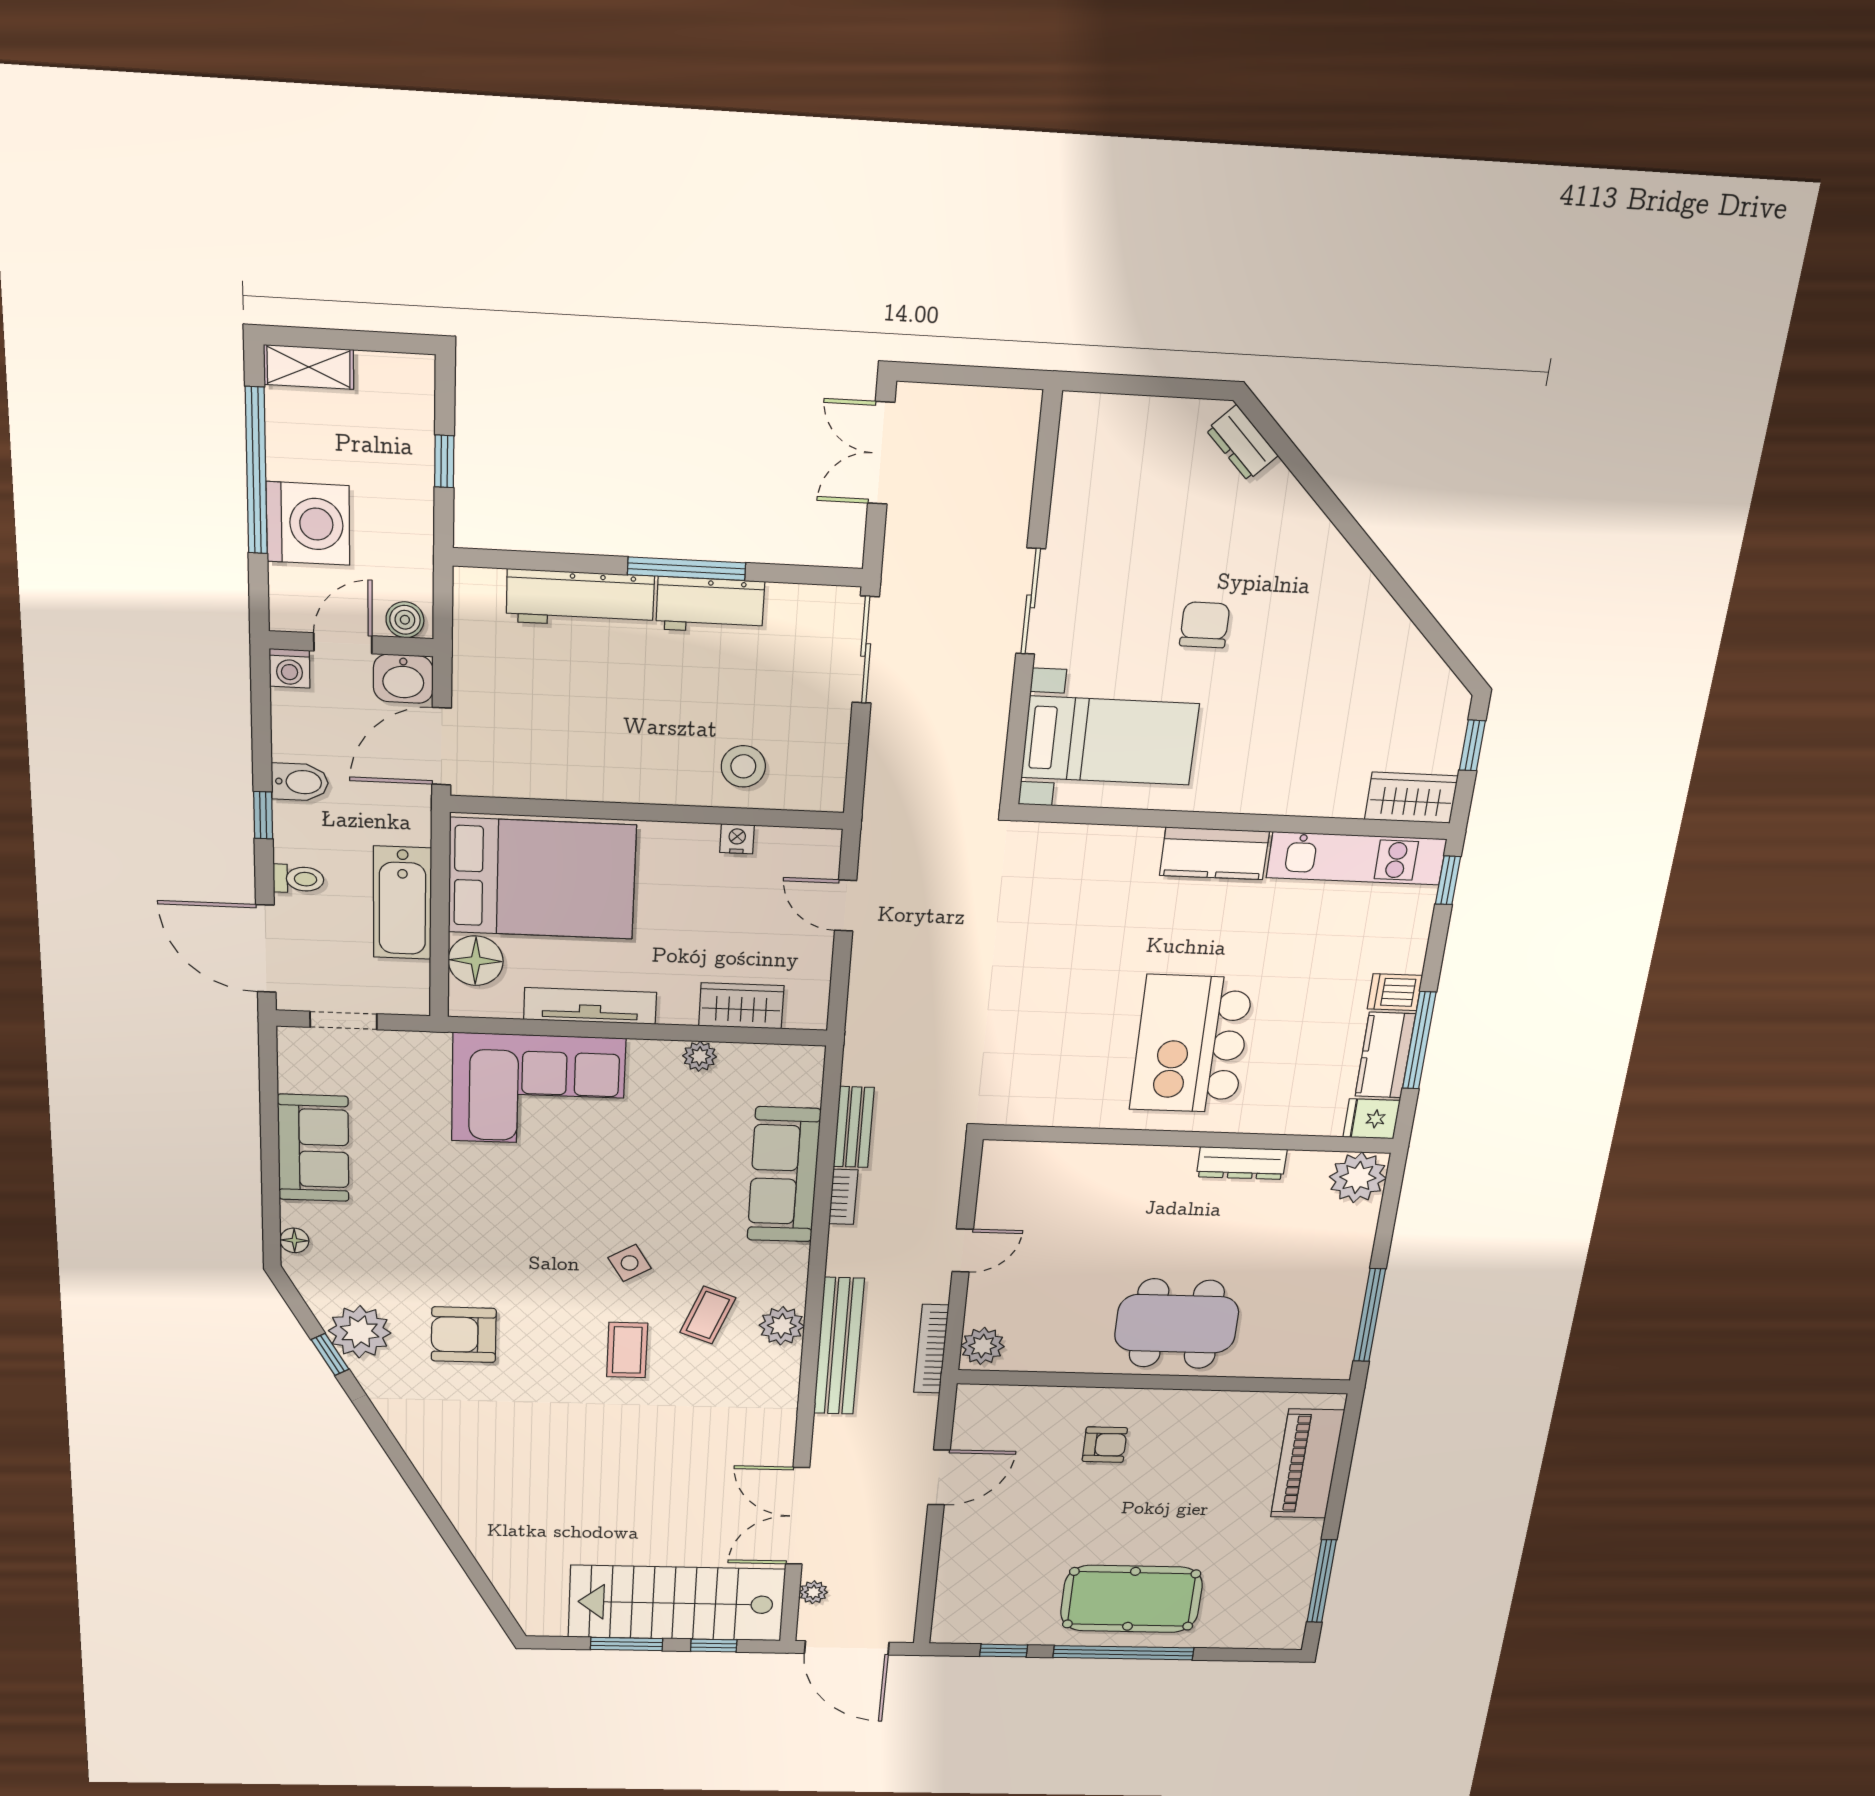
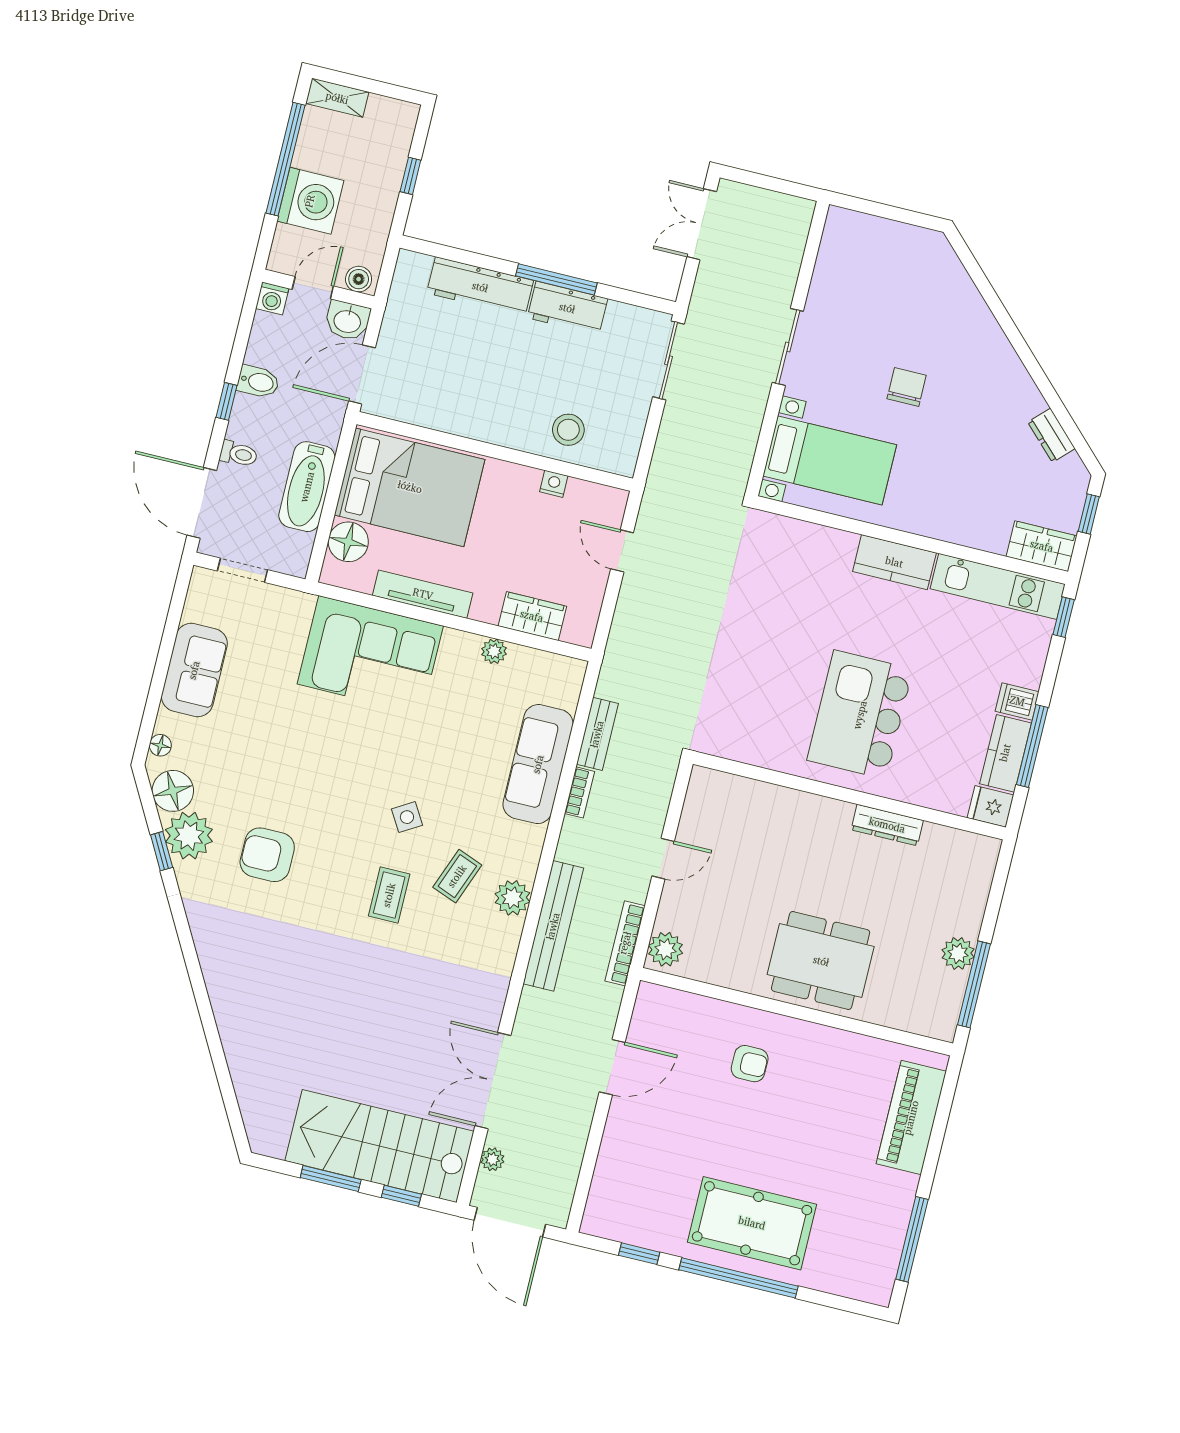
dresser: (1242, 443) -> (1051, 435), moved
plant: (1358, 1178) -> (958, 953), moved, width x0.73, depth x0.73
floor lamp: (325, 1287) -> (173, 791), added

